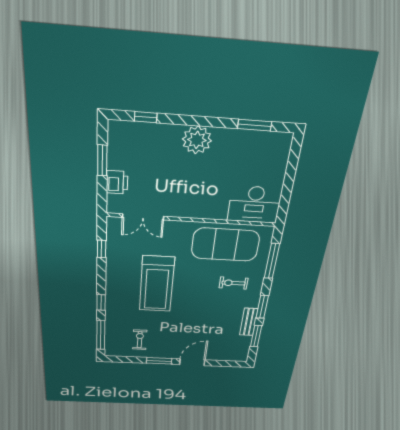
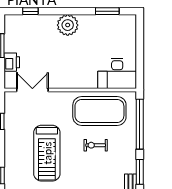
double door: (143, 217) -> (32, 90), swing flipped
window: (272, 261) -> (140, 124), width x1.46
exercise bike: (234, 283) -> (96, 145), moved

